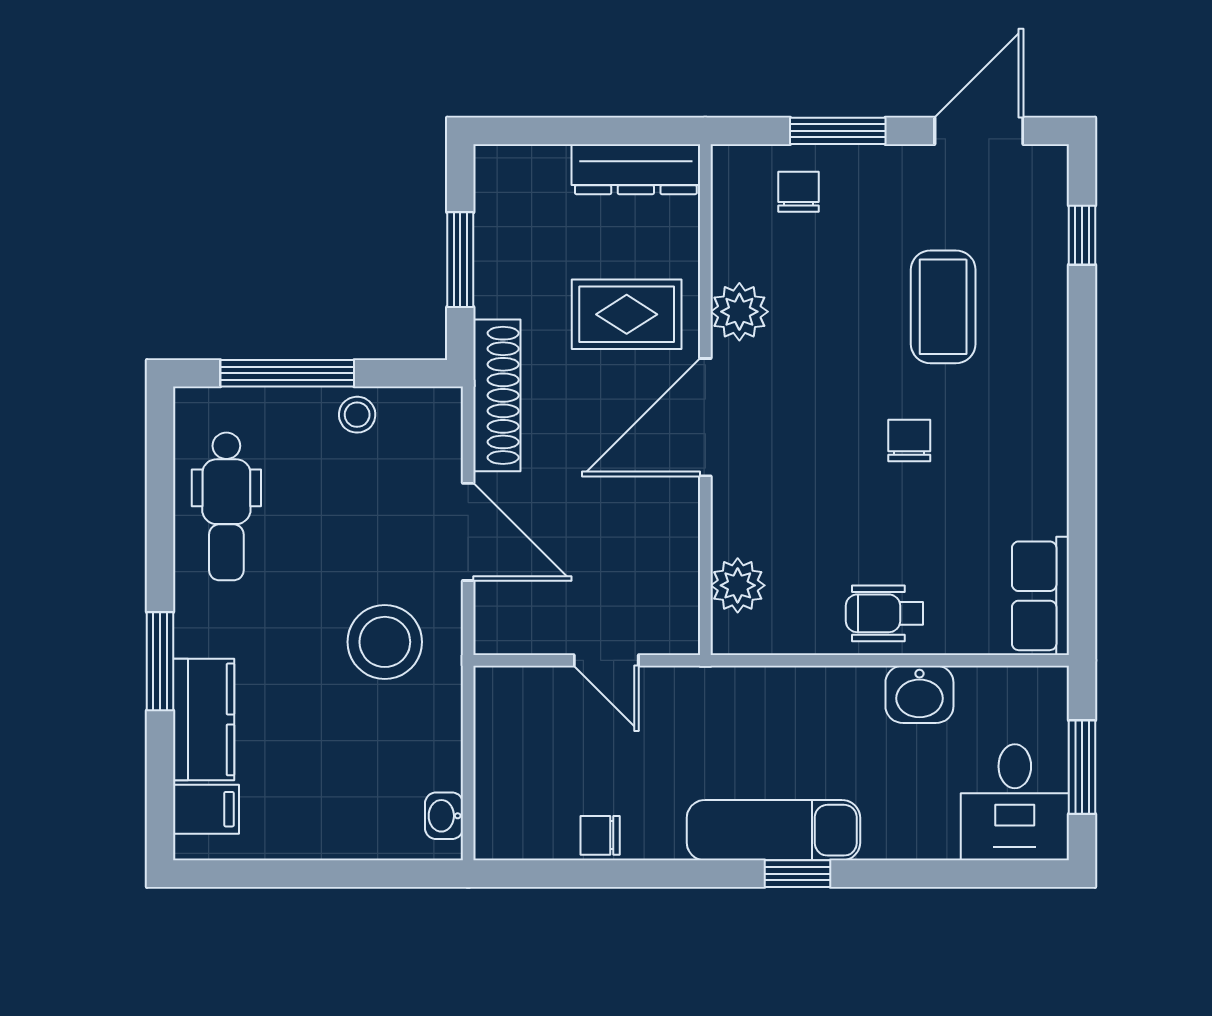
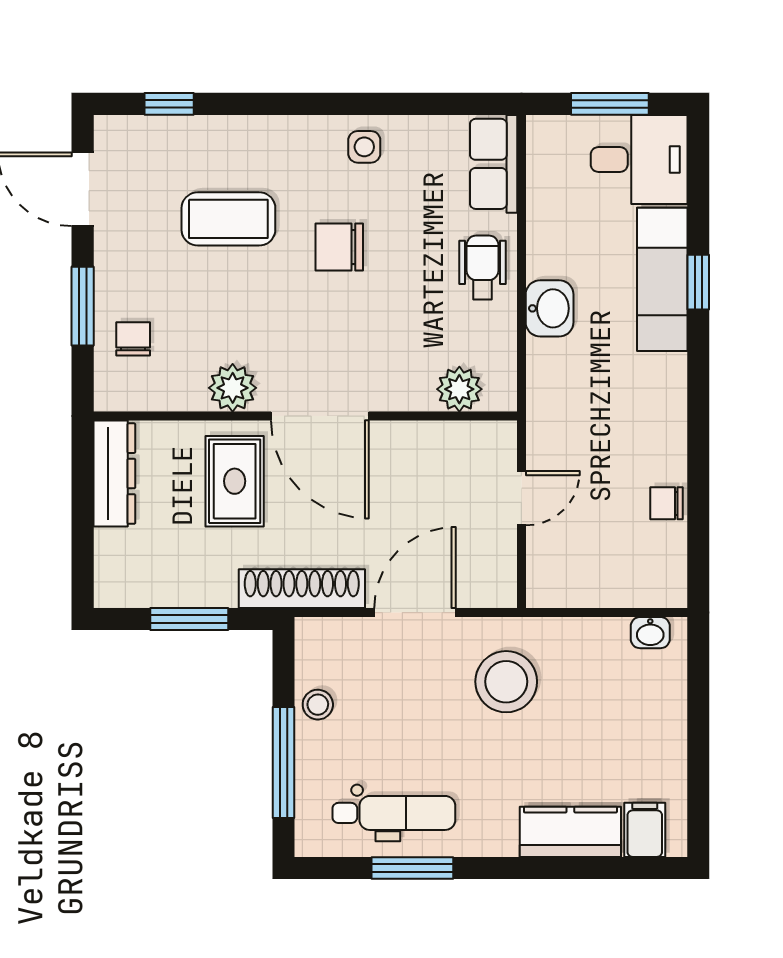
chair: (798, 192) -> (133, 339), turned 90
chair: (909, 440) -> (339, 247), width x1.37, depth x1.37
side table: (1030, 471) -> (364, 147), added
row of seats: (1040, 596) -> (494, 164), moved, turned 90
wheelchair: (885, 613) -> (483, 267), turned 180
window: (160, 661) -> (412, 868), moved
washbasin: (919, 694) -> (550, 308), moved
exam couch: (773, 830) -> (662, 279), moved
chair: (600, 835) -> (667, 503), turned 90
window: (798, 874) -> (698, 282), moved

